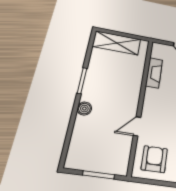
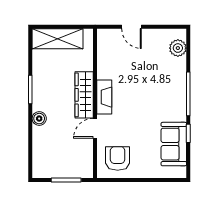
fireplace: (154, 73) -> (104, 97), moved
wardrobe: (132, 94) -> (84, 95), added

